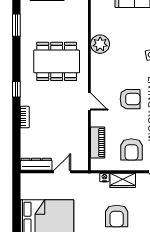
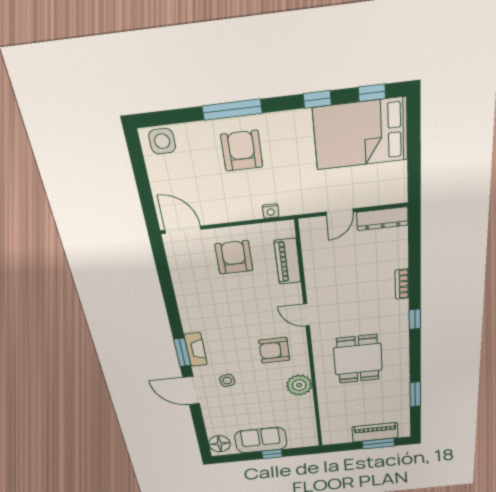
dining table: (57, 61) -> (358, 359), width x0.73
armchair: (130, 99) -> (274, 350), moved
wardrobe: (123, 180) -> (240, 210), removed

